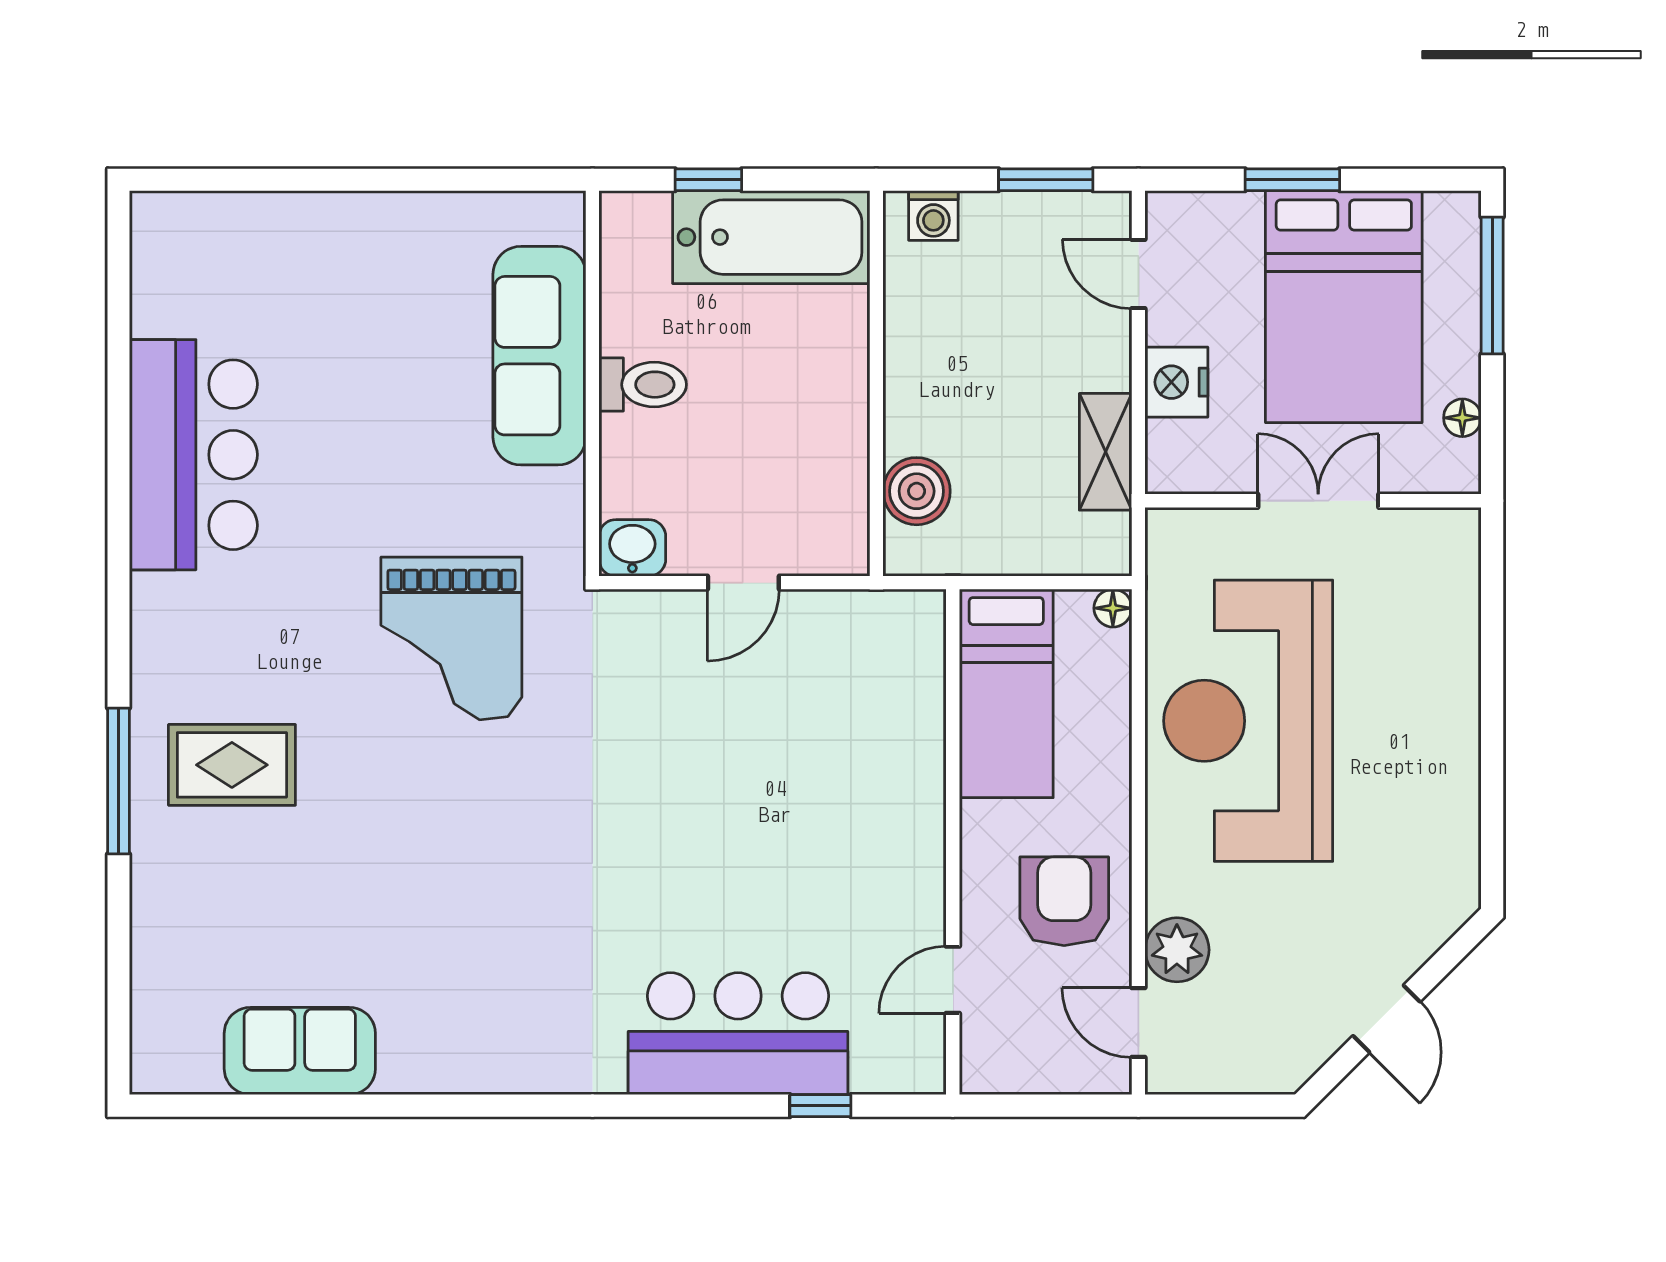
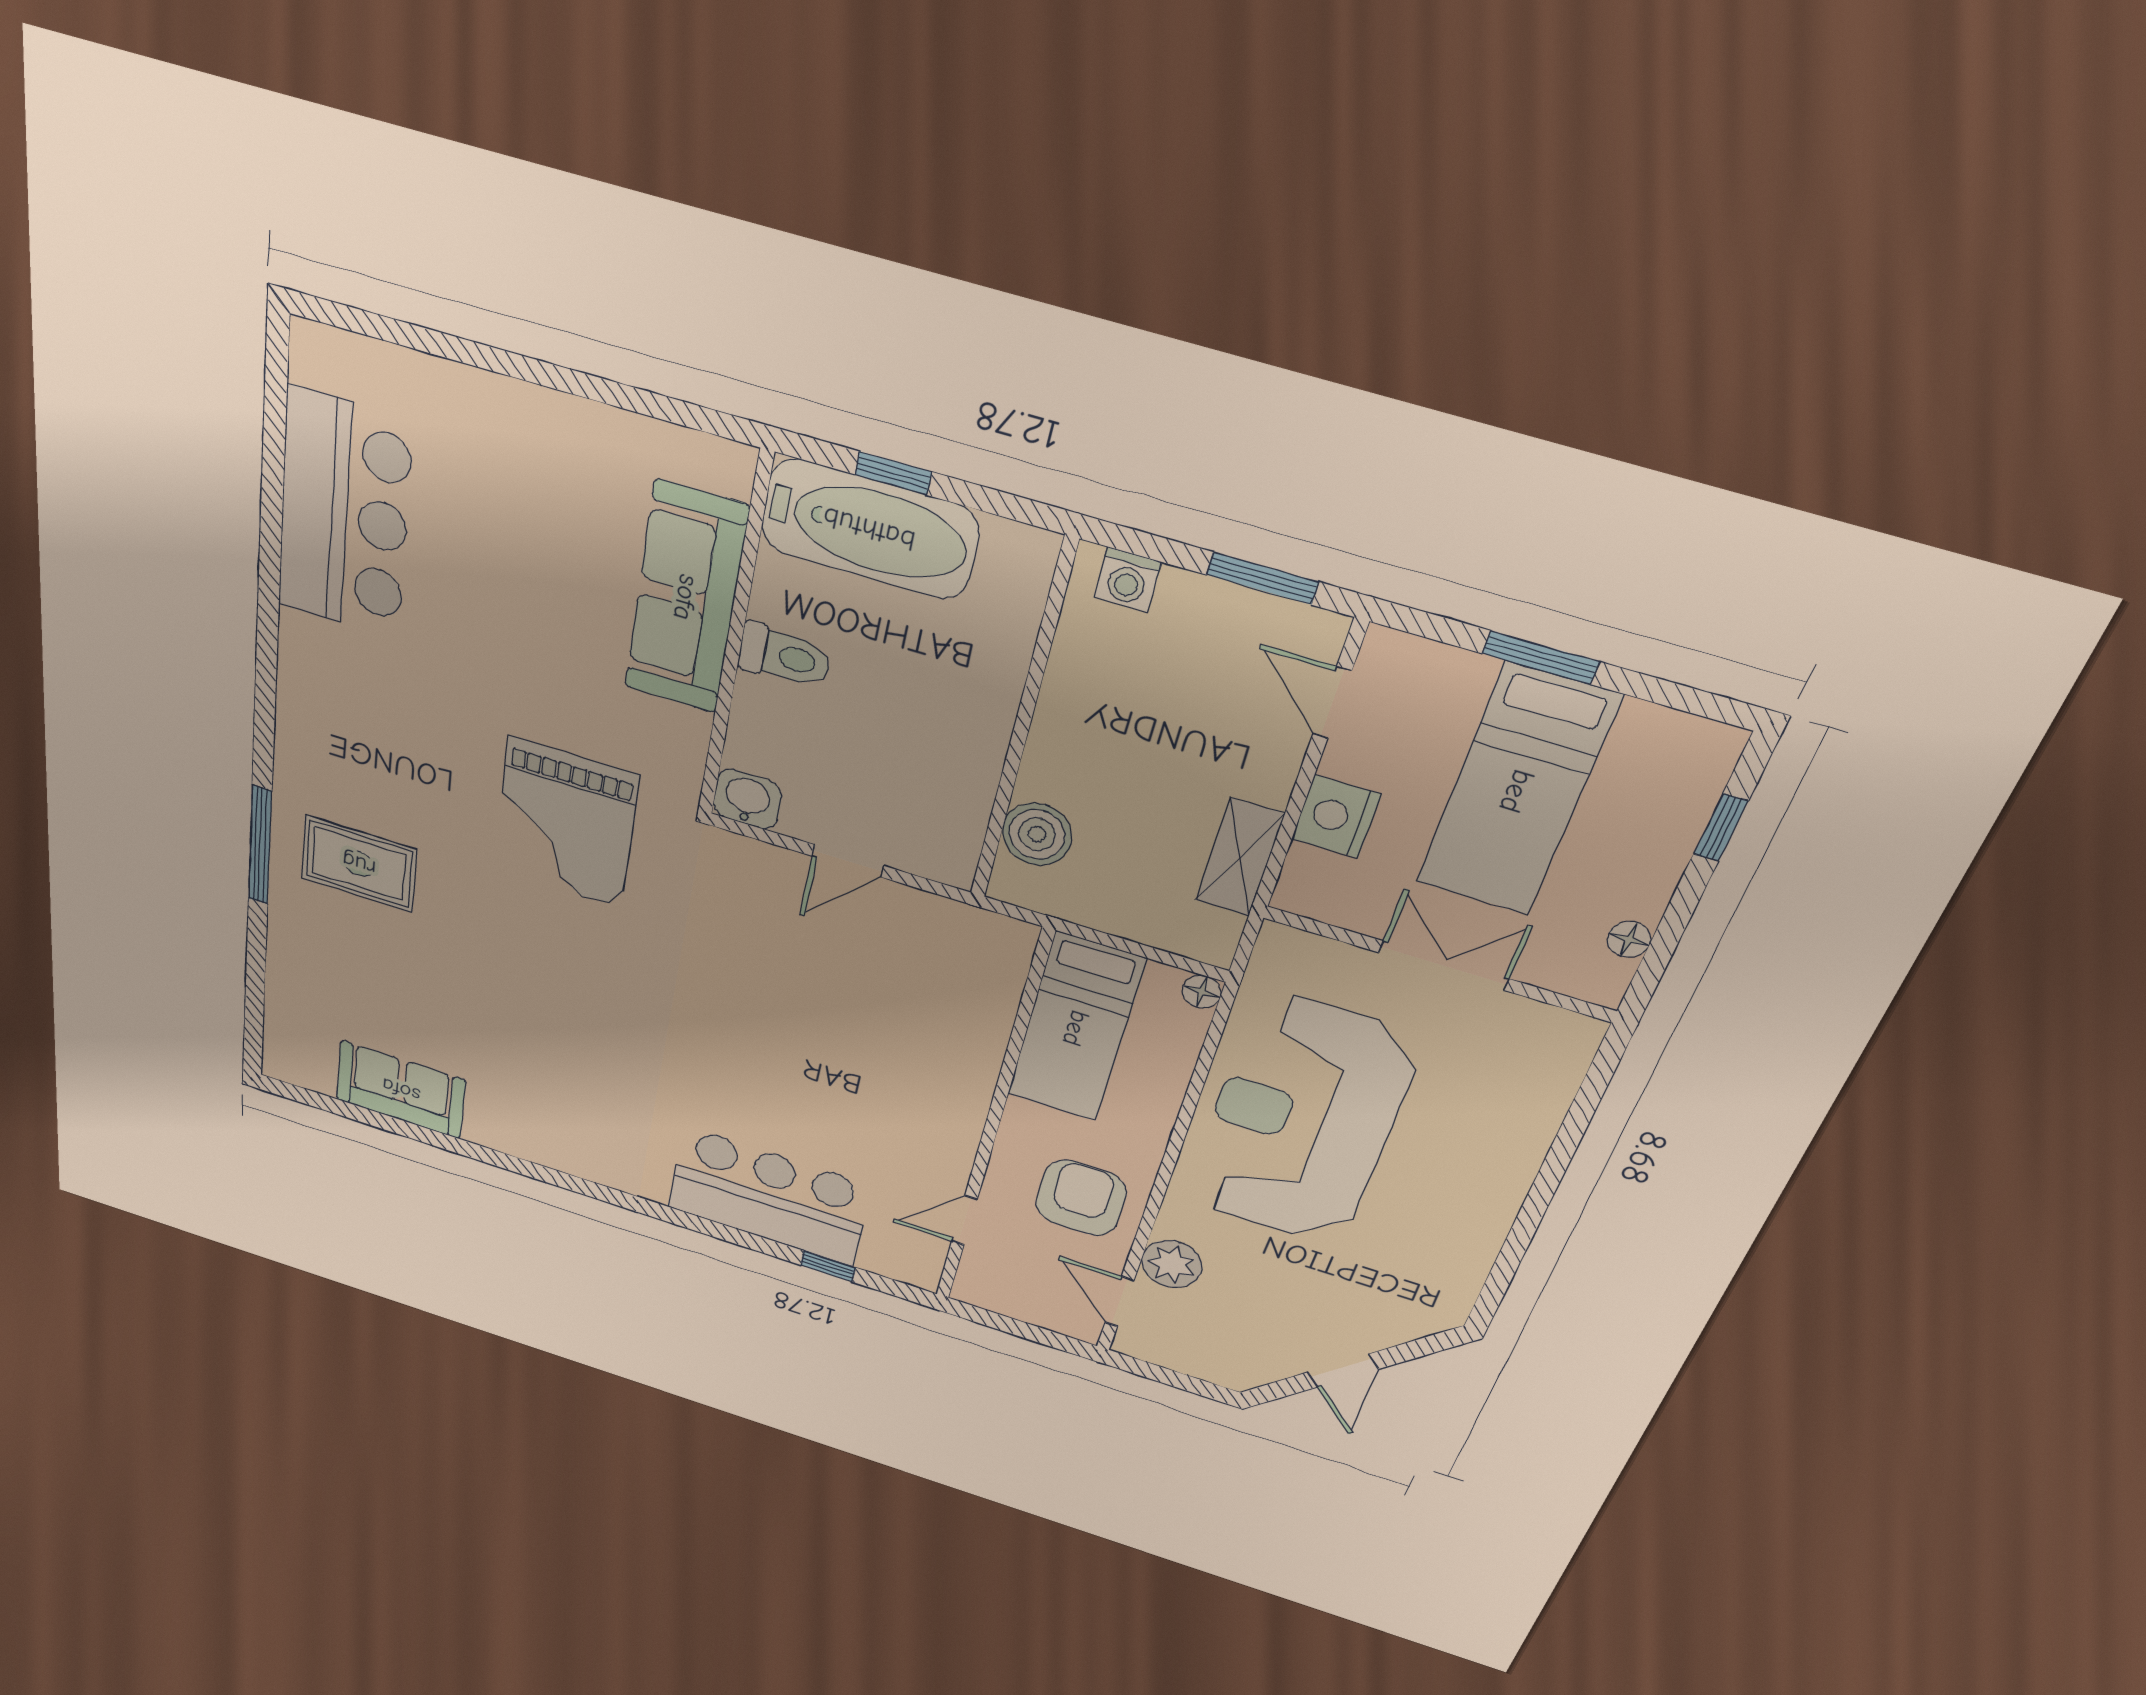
bathtub: (771, 237) -> (869, 529), moved
window: (1492, 286) -> (1721, 828), width x0.46
bed: (1344, 307) -> (1517, 791), width x0.67
bar counter: (193, 455) -> (344, 515), moved

